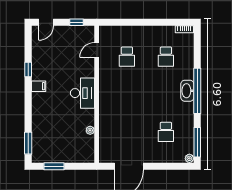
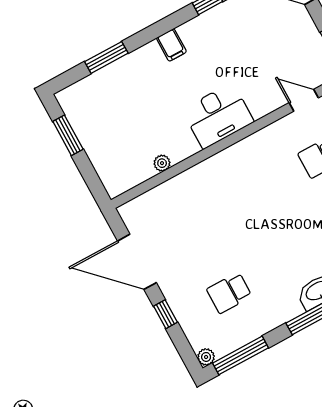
filing cabinet: (39, 86) -> (171, 45), moved
window: (28, 143) -> (106, 57), moved
window: (160, 166) -> (165, 314), added

